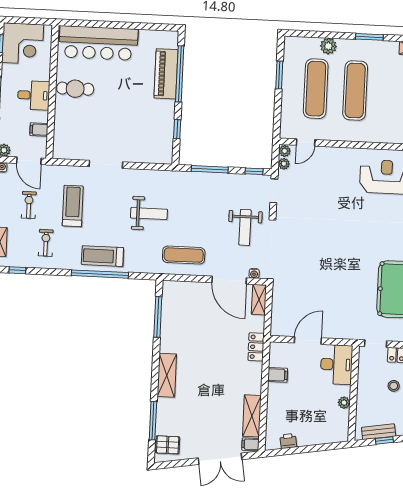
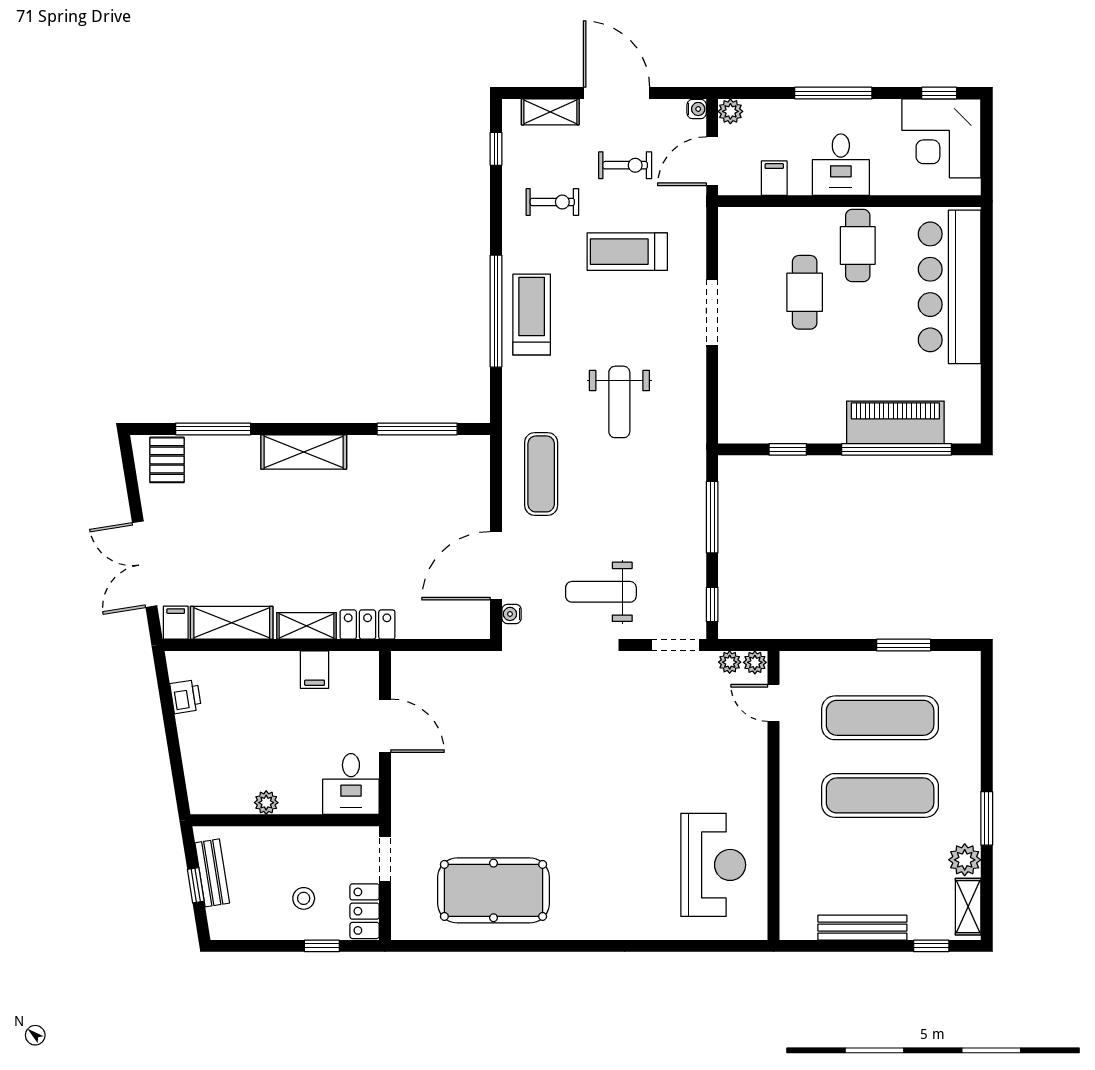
plant: (328, 46) -> (965, 860), moved
cafe table: (98, 117) -> (805, 292), added
treadmill: (73, 206) -> (627, 252), turned 180
shelving: (259, 300) -> (307, 626), moved
desk: (336, 364) -> (351, 784), width x0.73

